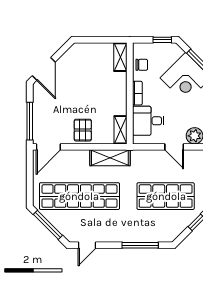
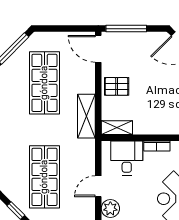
shop shelf: (79, 196) -> (44, 83), width x0.71

